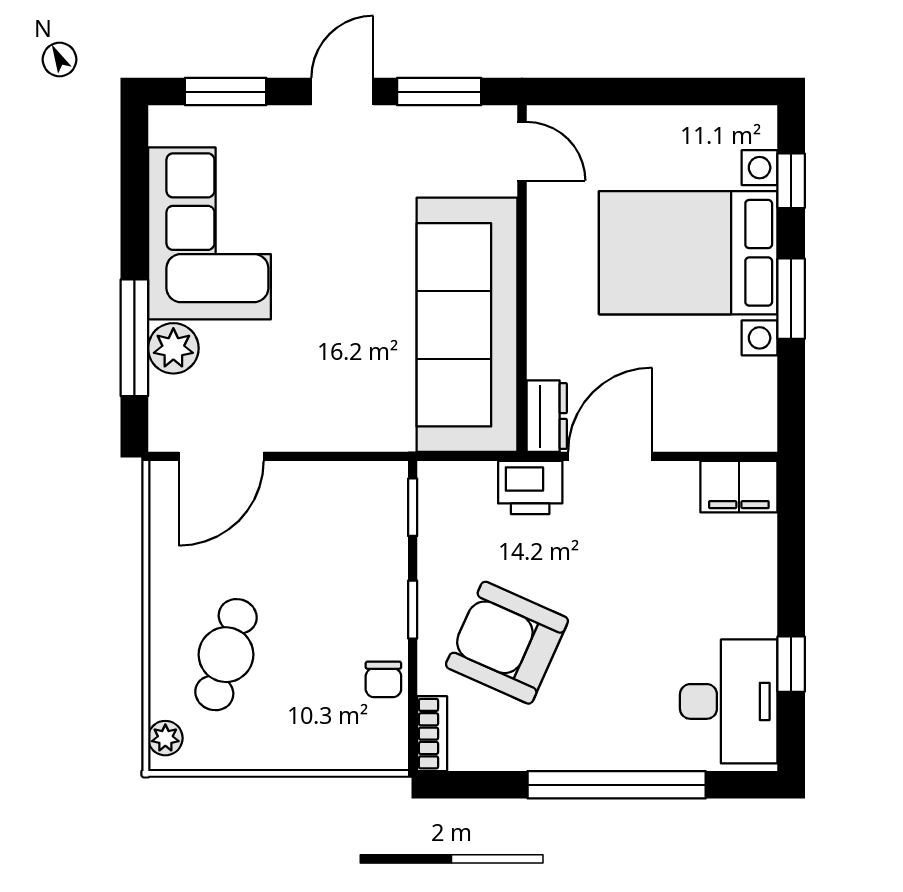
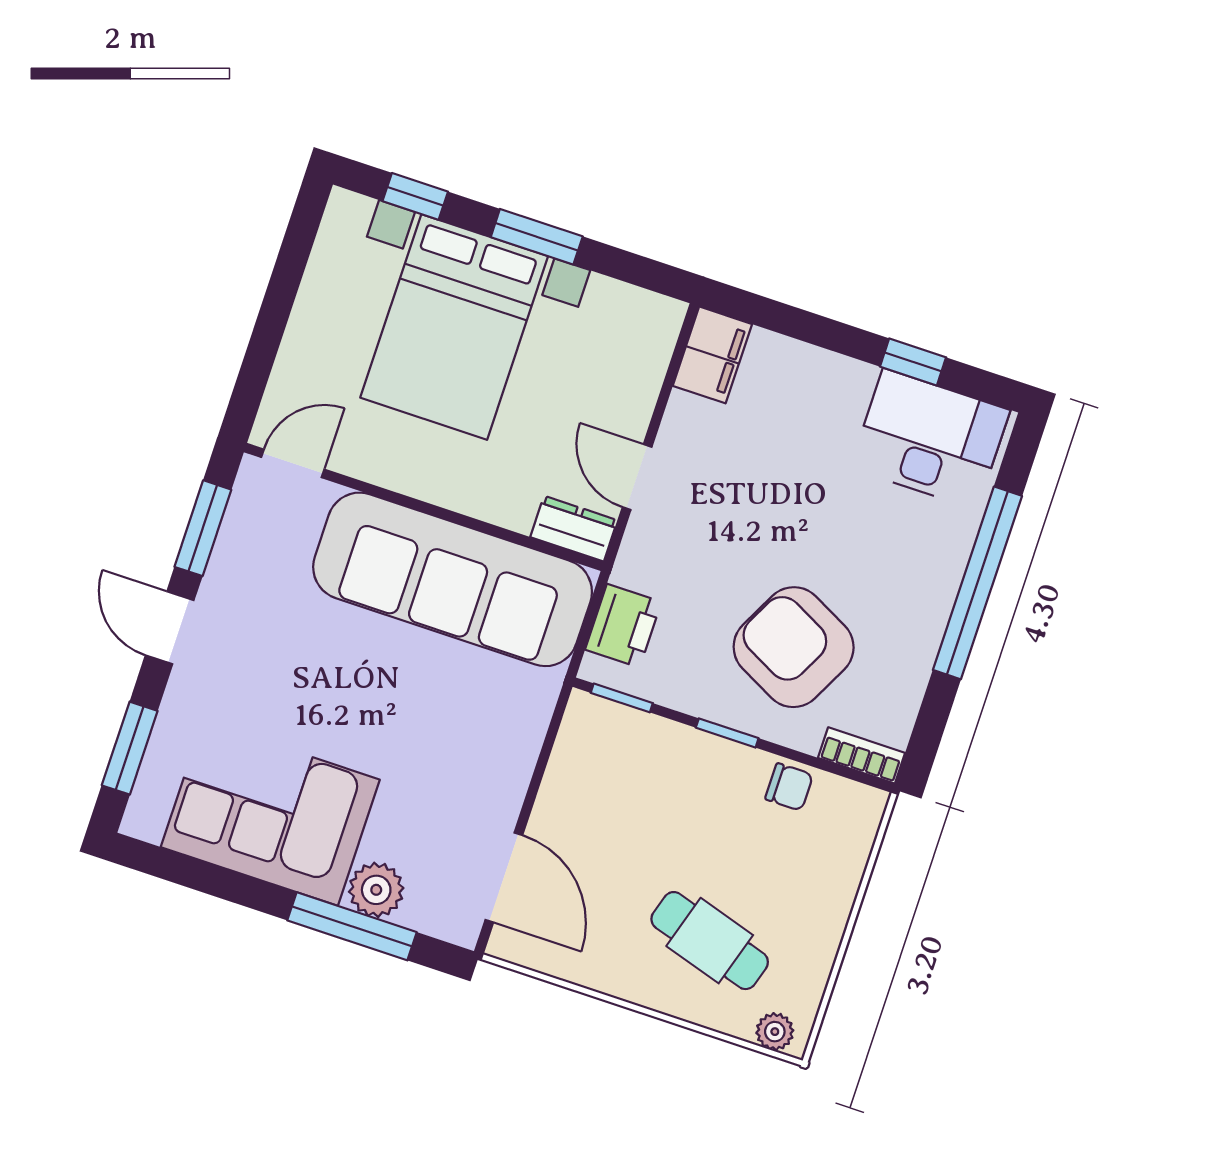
door: (610, 456) -> (637, 477), width x0.73
printer: (530, 487) -> (623, 626), moved
armchair: (507, 643) -> (794, 647), turned 93

